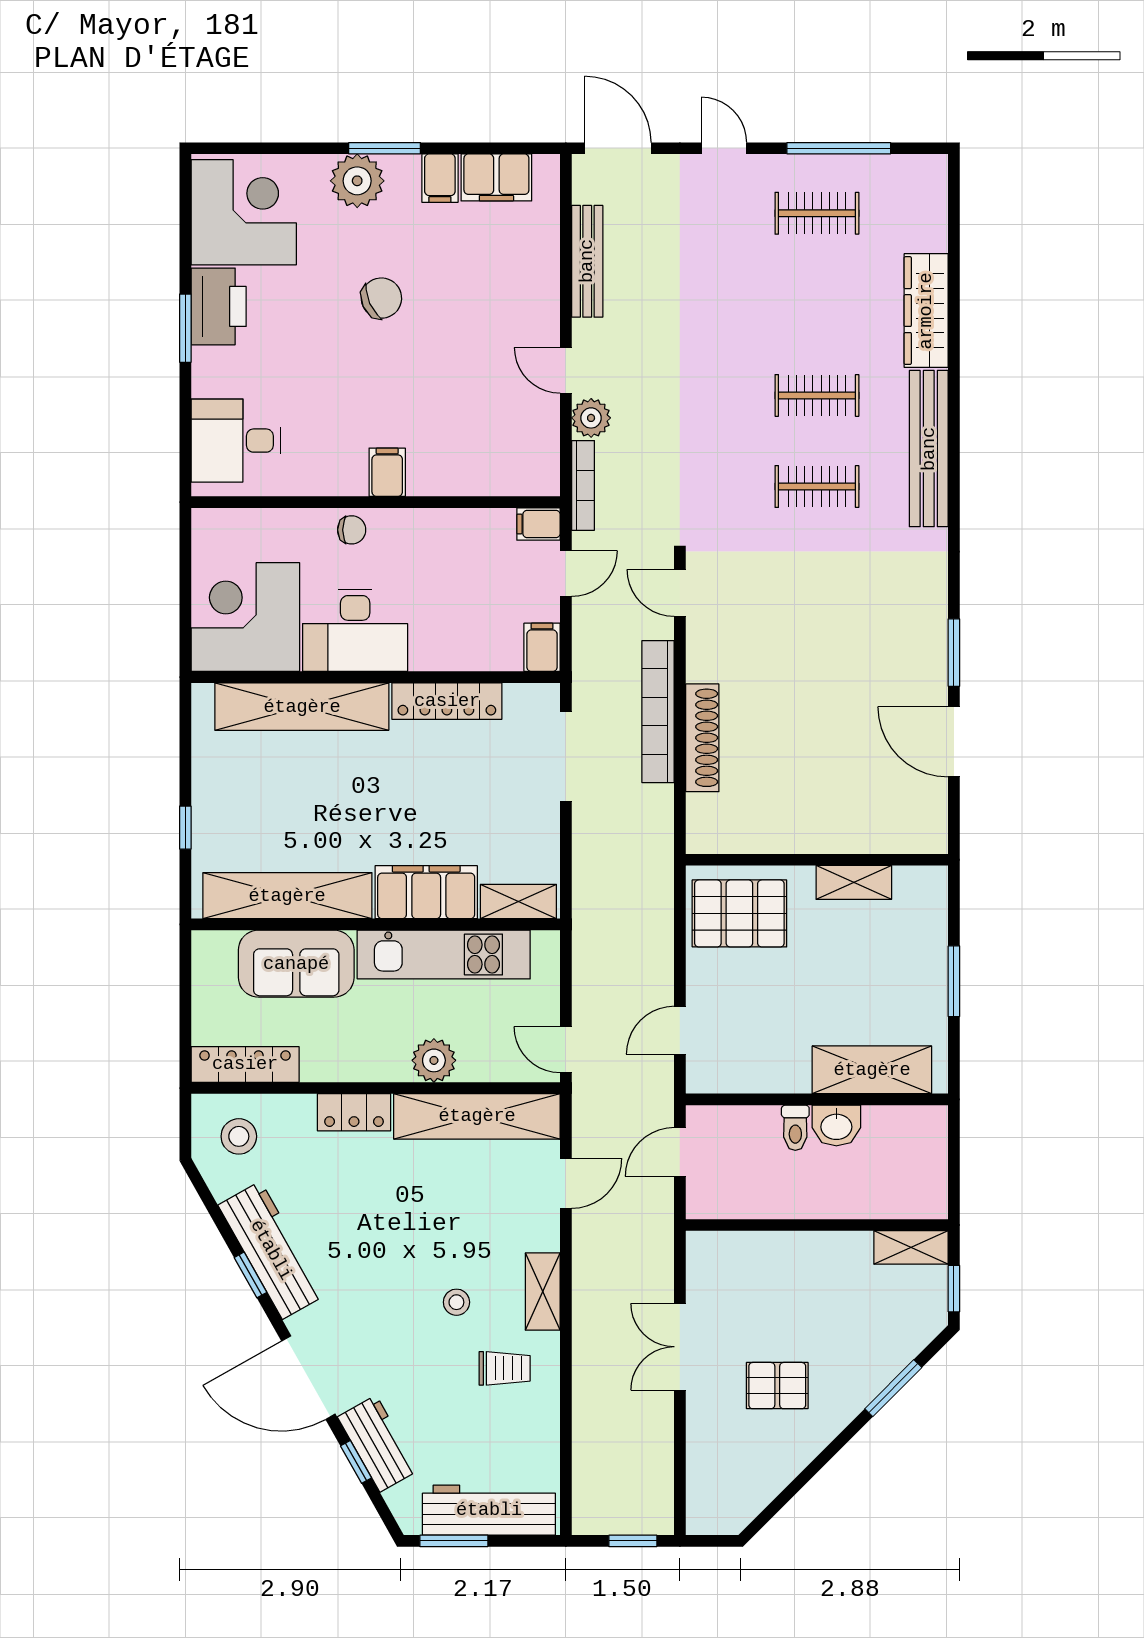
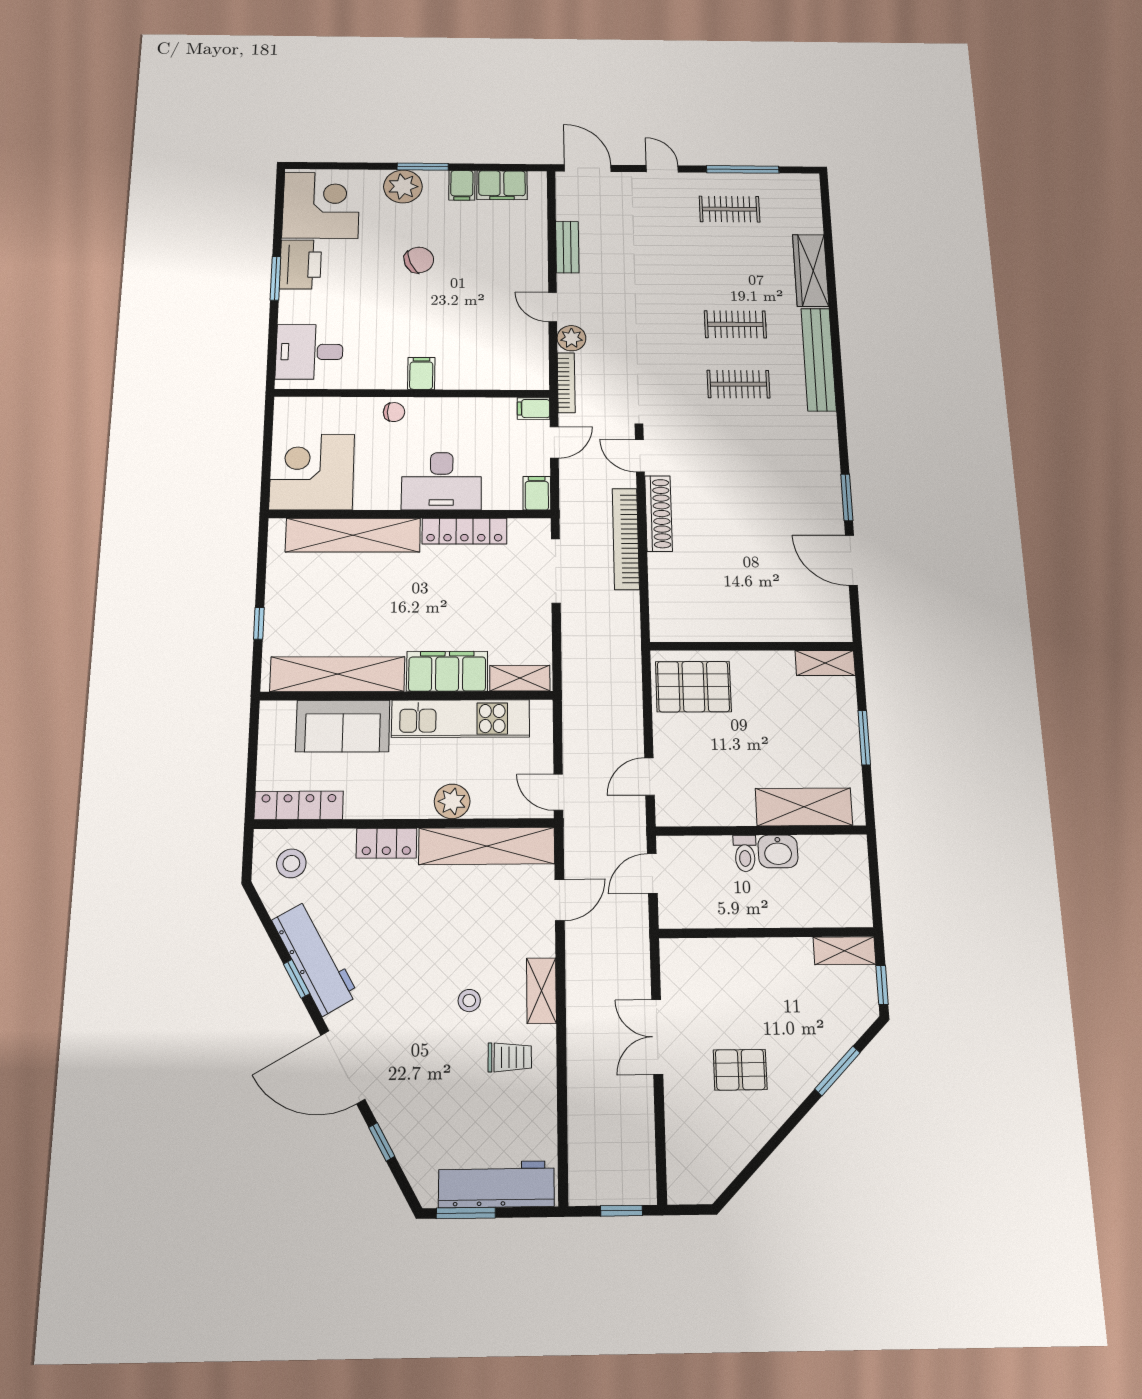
bench: (587, 261) -> (567, 247), width x0.73
desk: (355, 630) -> (441, 481), moved
shoe rack: (702, 738) -> (659, 514), moved
shelving: (854, 882) -> (825, 663), moved
workbench: (378, 1444) -> (401, 1125), removed

